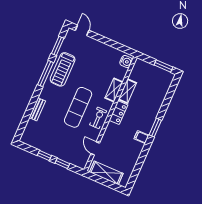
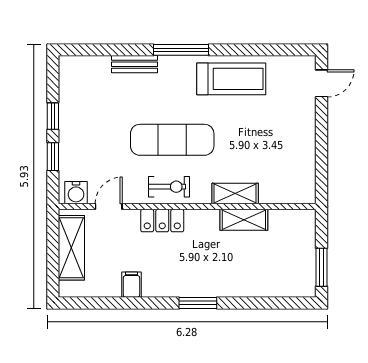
window: (58, 46) -> (272, 50), removed
water cooler: (126, 62) -> (76, 193), moved
treadmill: (63, 69) -> (231, 79), turned 180
window: (45, 74) -> (181, 50), moved
locker: (118, 113) -> (162, 221), moved
filing cabinet: (141, 137) -> (131, 285), moved

